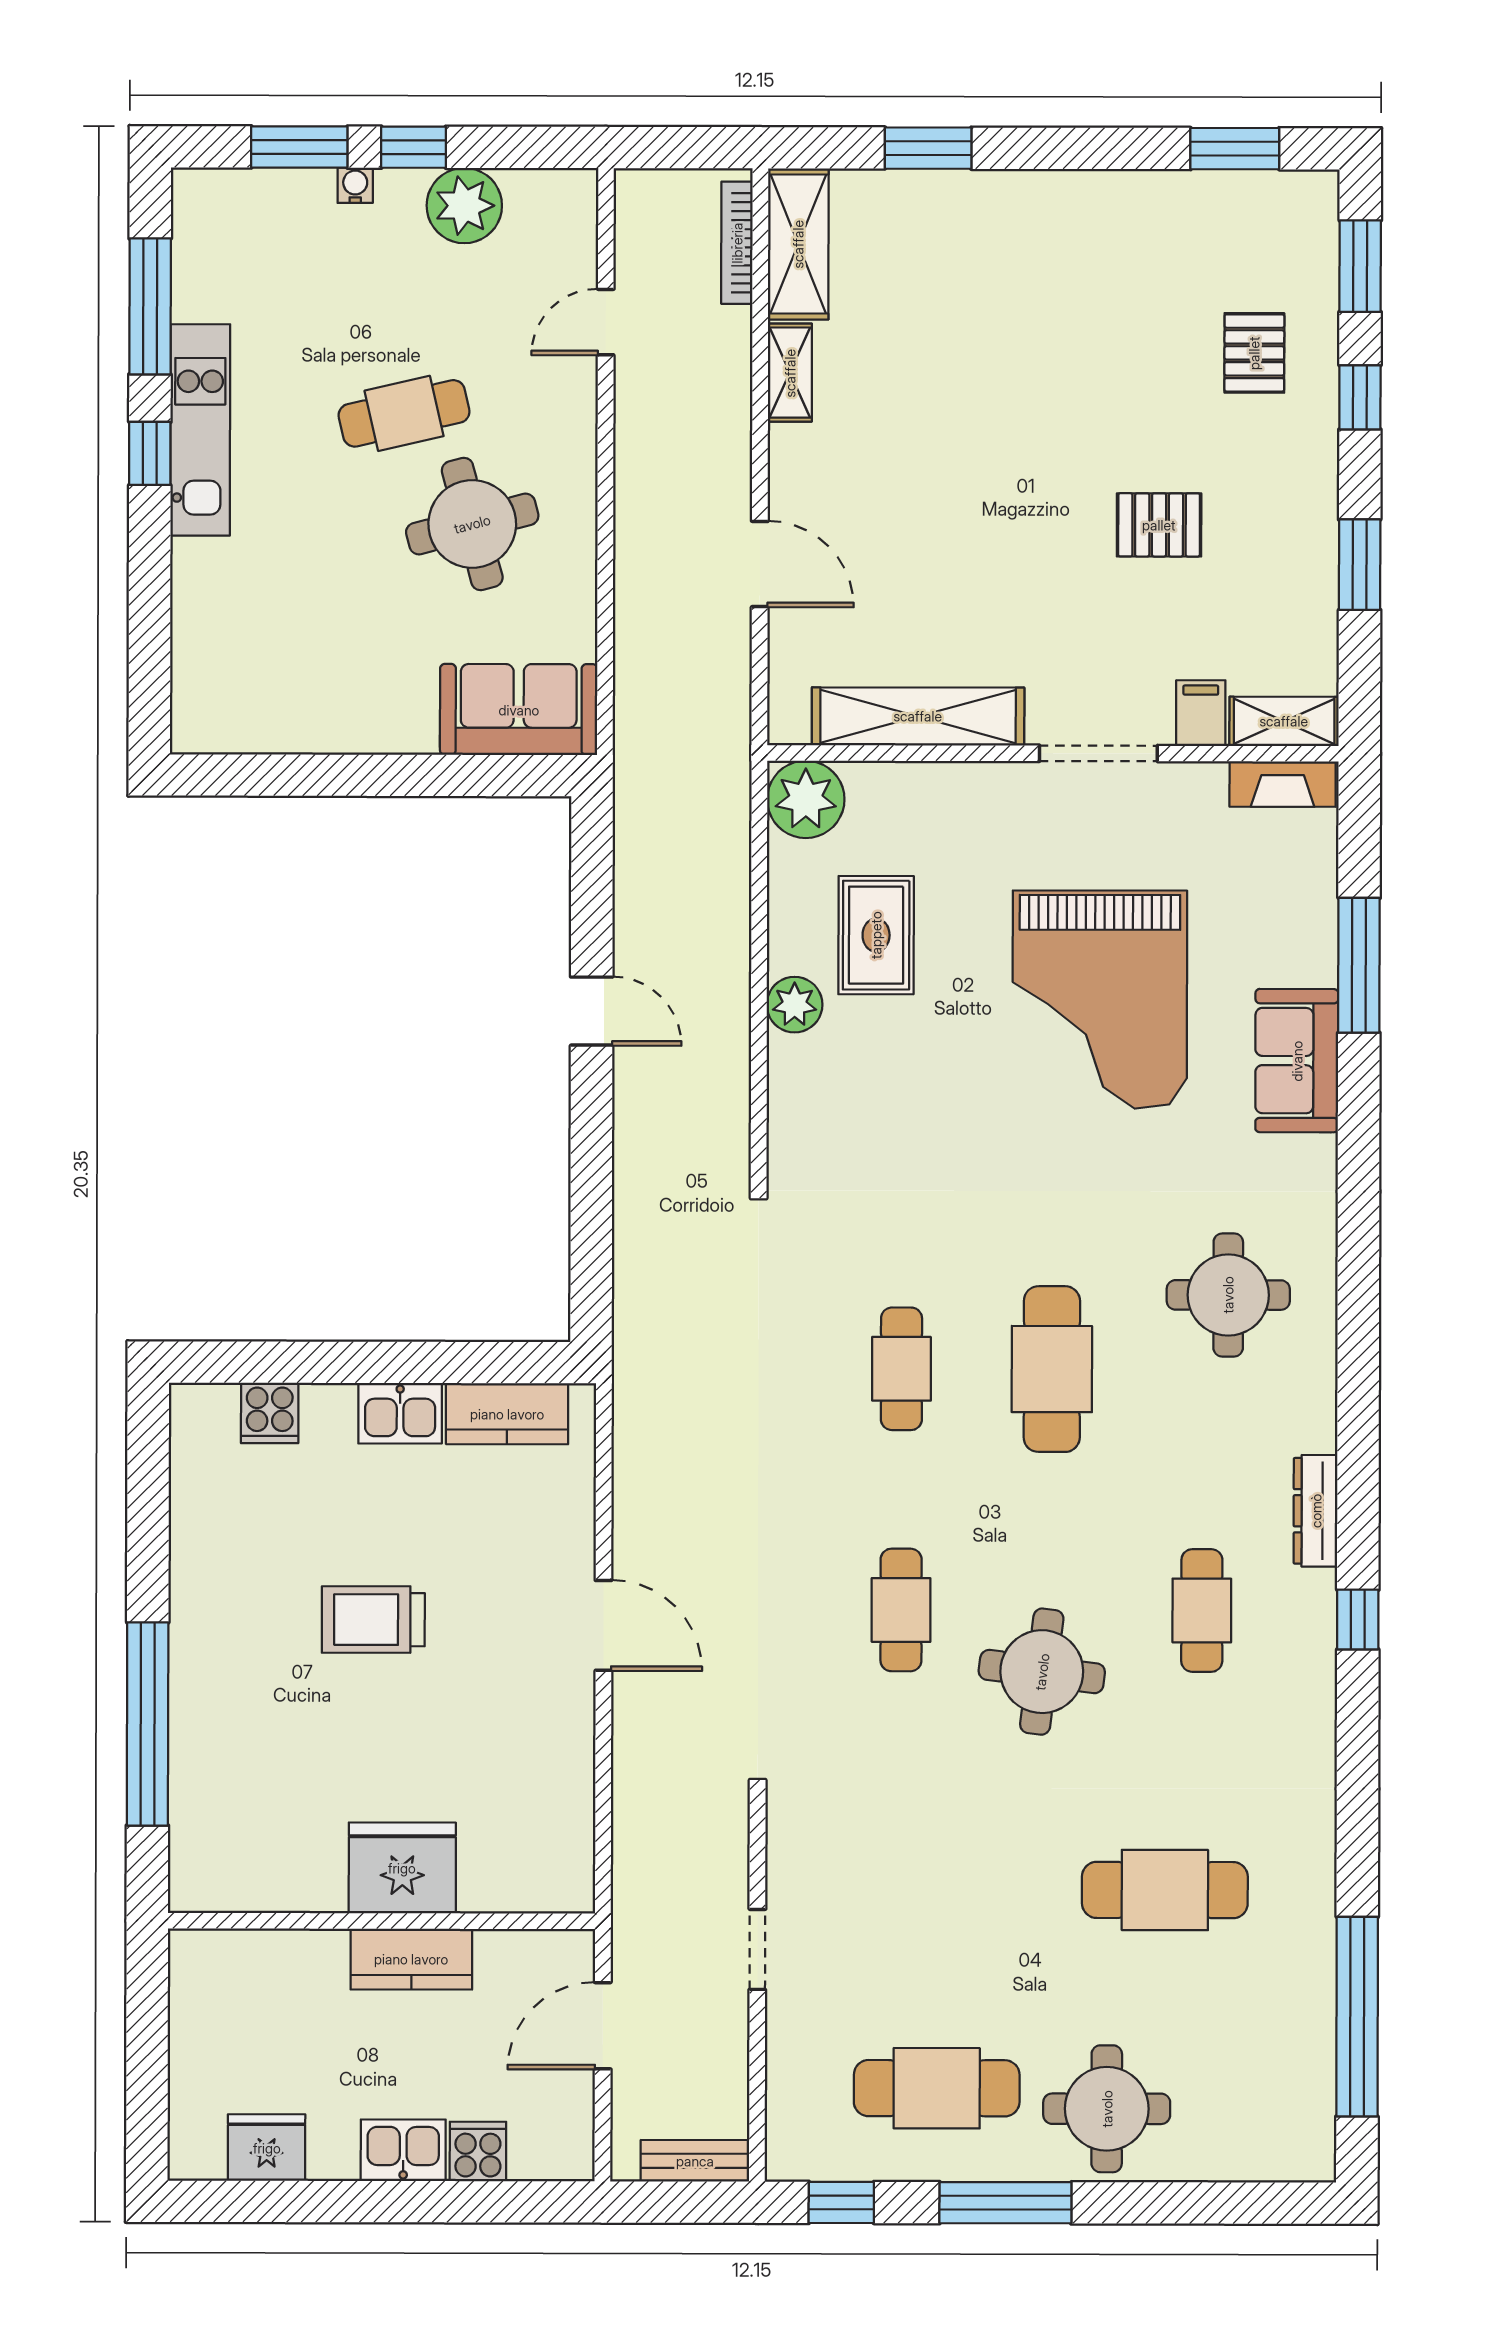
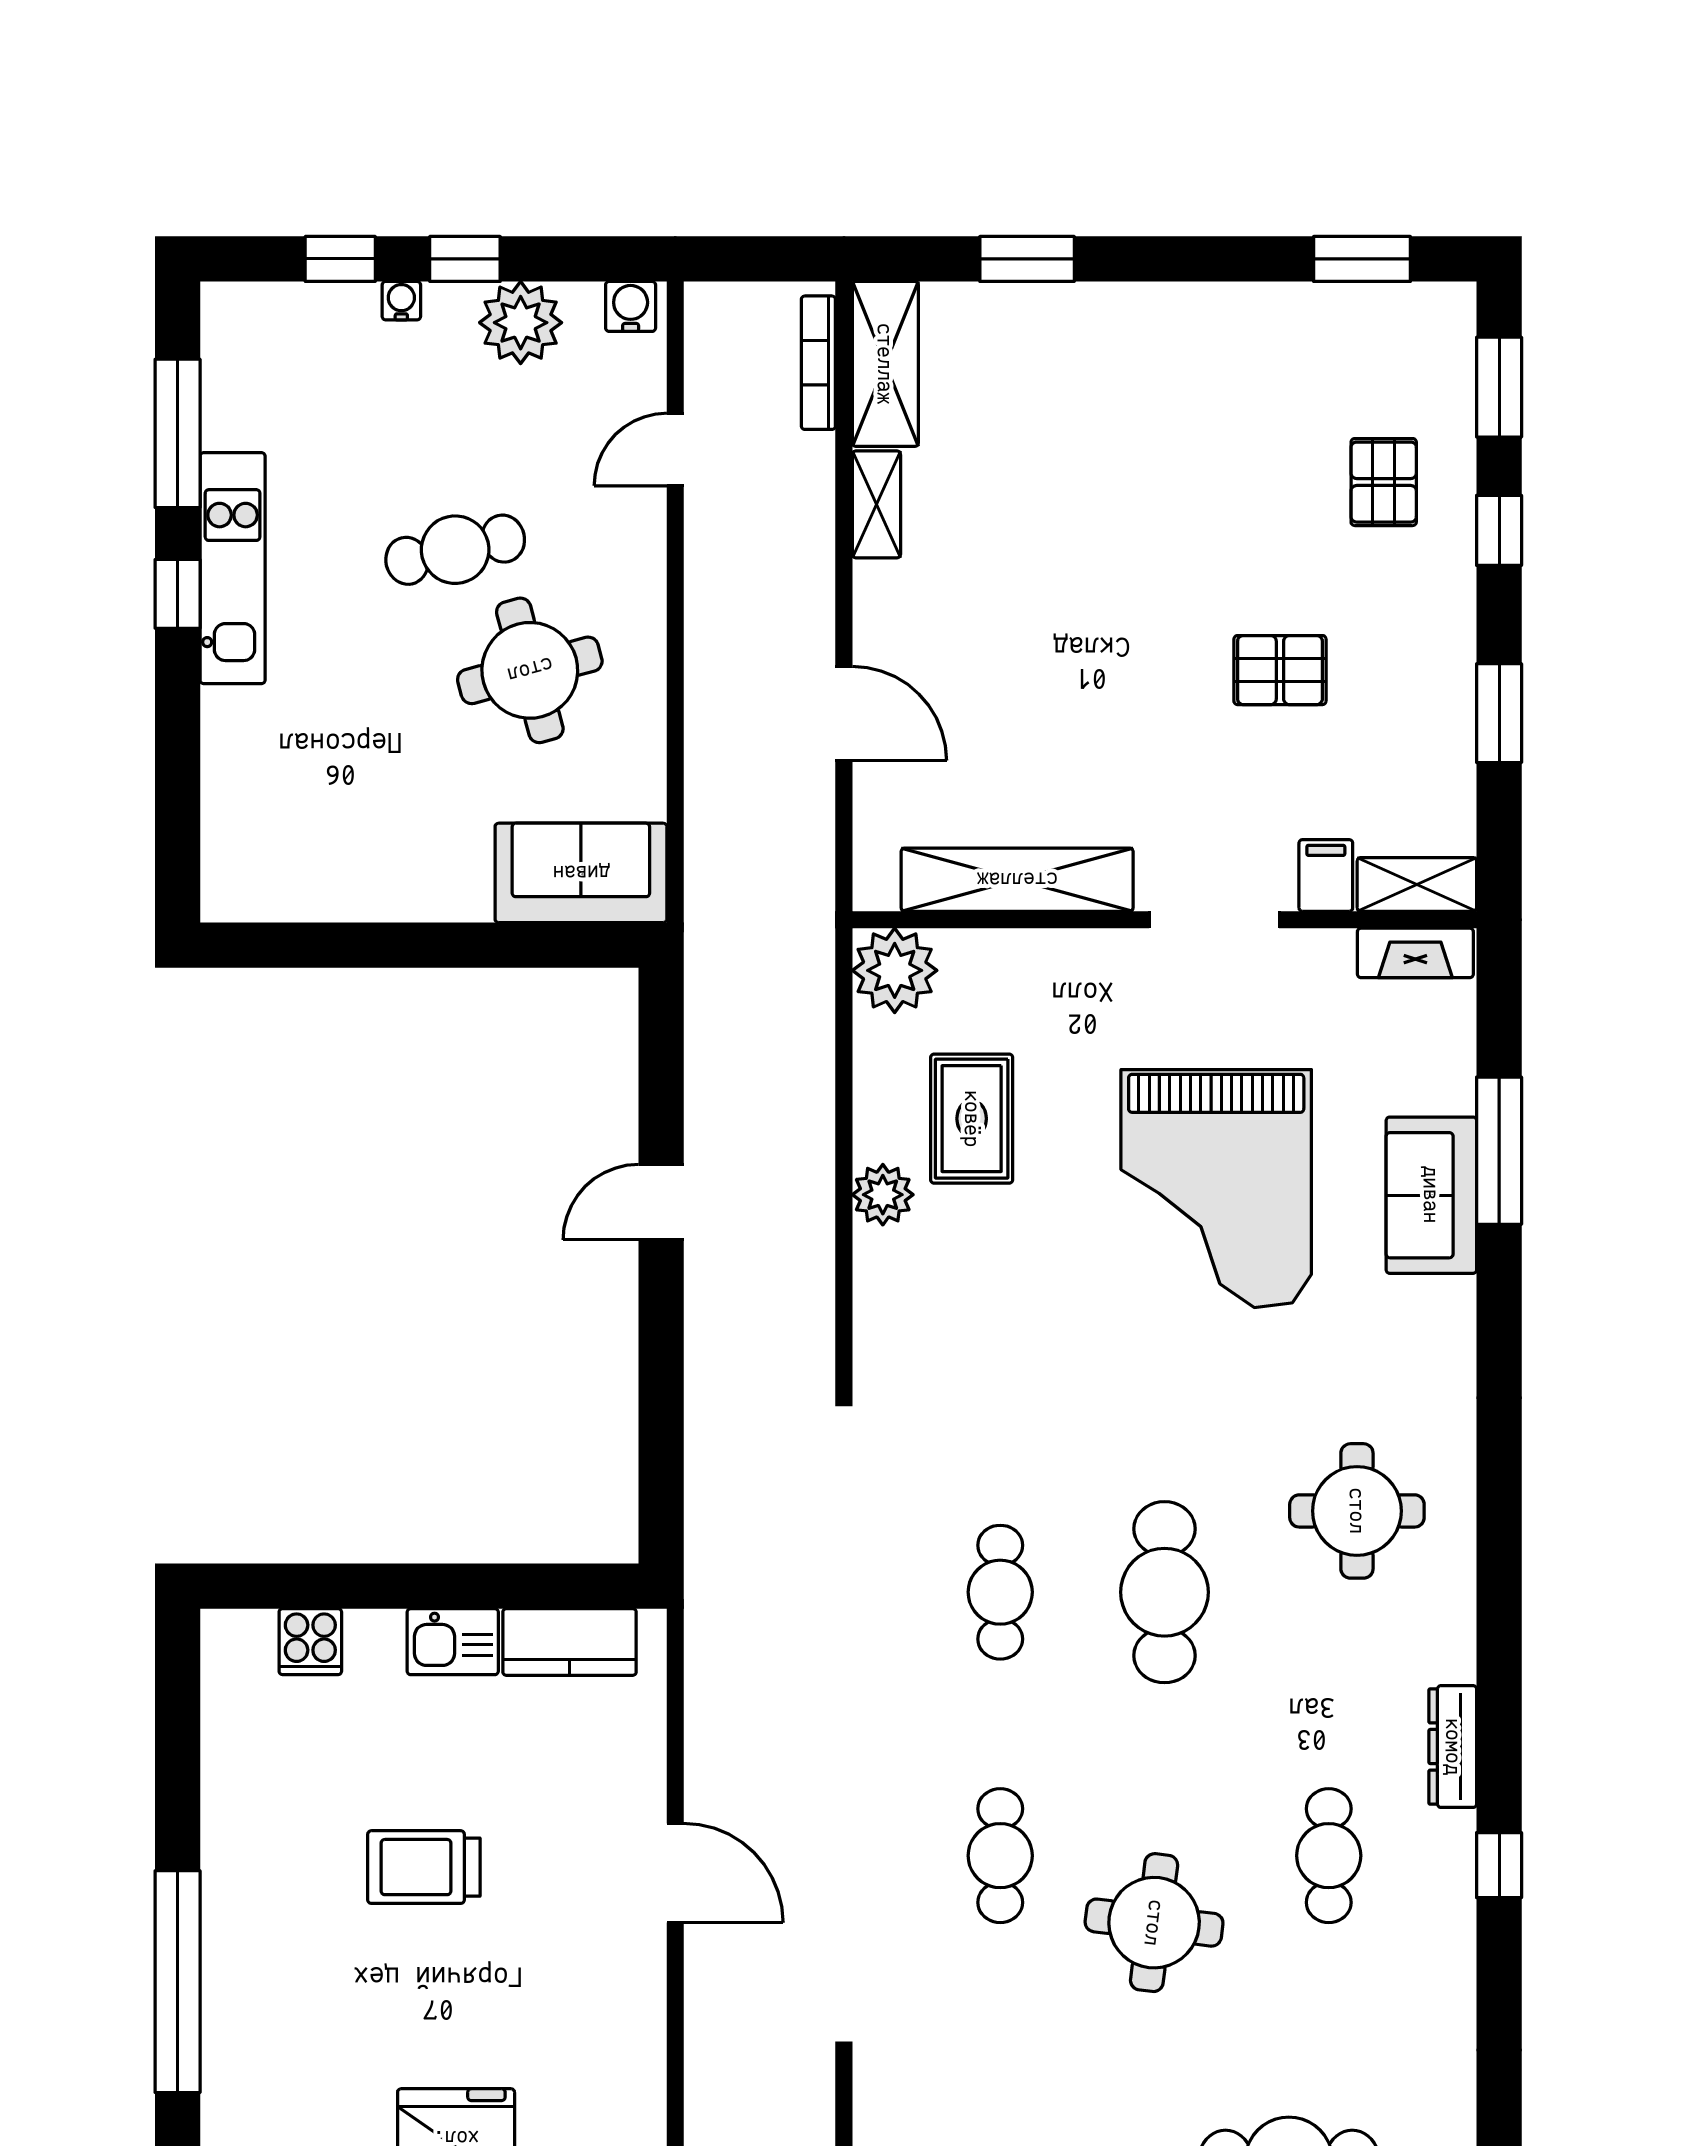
window: (299, 147) -> (340, 259), width x0.67
water cooler: (565, 191) -> (631, 306), added
door: (592, 1011) -> (661, 1202), swing flipped
sofa: (1297, 1061) -> (1431, 1195), moved

